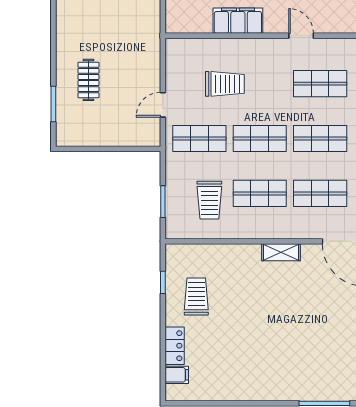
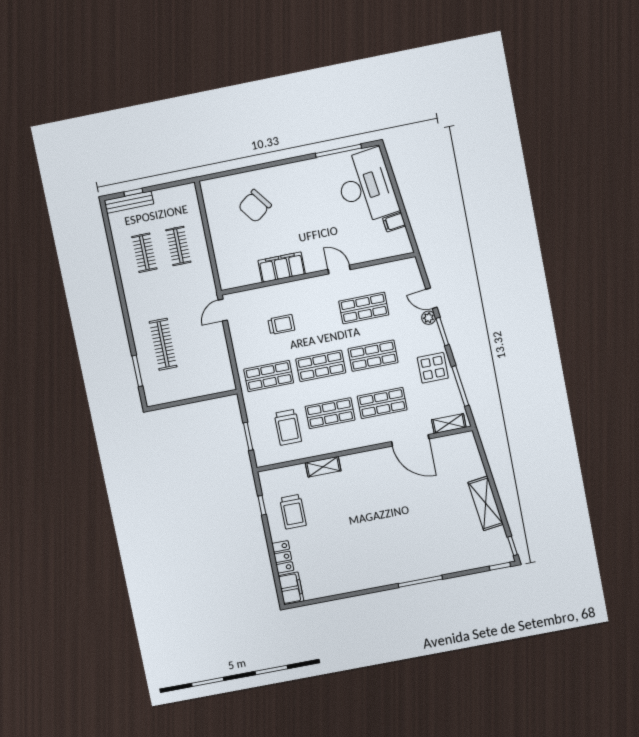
clothes rail: (88, 80) -> (163, 344), width x1.36
trolley: (225, 84) -> (281, 325), width x0.73, depth x0.72
door: (163, 105) -> (223, 310), moved
shelving: (281, 252) -> (323, 467), moved
trolley: (196, 296) -> (293, 512), turned 180
filing cabinet: (177, 375) -> (291, 588), width x2.00

